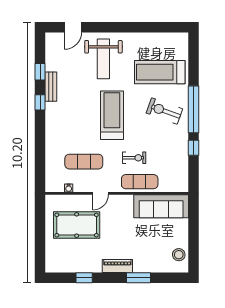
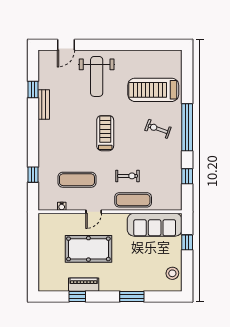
window: (40, 102) -> (33, 175), moved
exercise bike: (164, 111) -> (158, 129), width x0.73, depth x0.72
treadmill: (112, 115) -> (105, 133), width x0.73, depth x0.73
window: (193, 148) -> (187, 176), moved
window: (193, 224) -> (187, 242), added
pool table: (77, 225) -> (88, 249), moved
piano: (117, 266) -> (84, 285), moved

